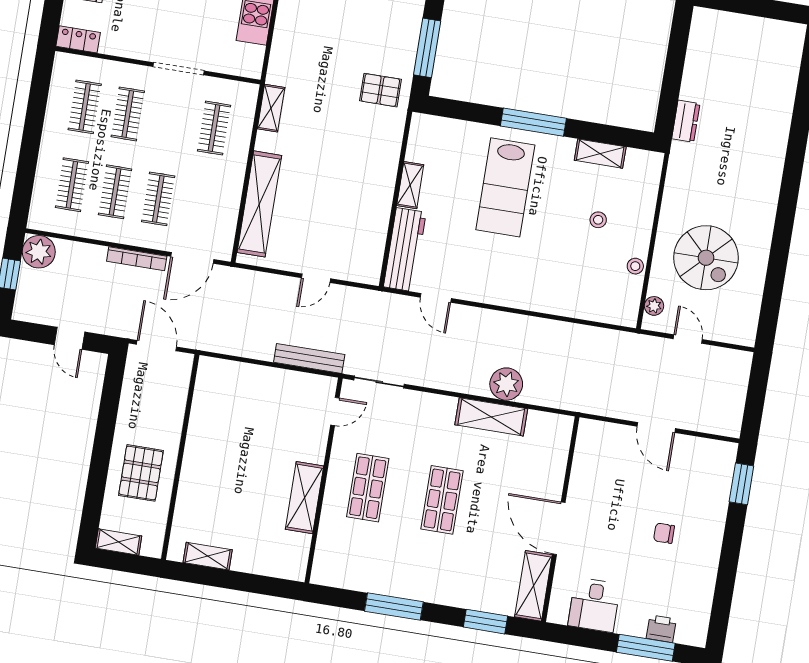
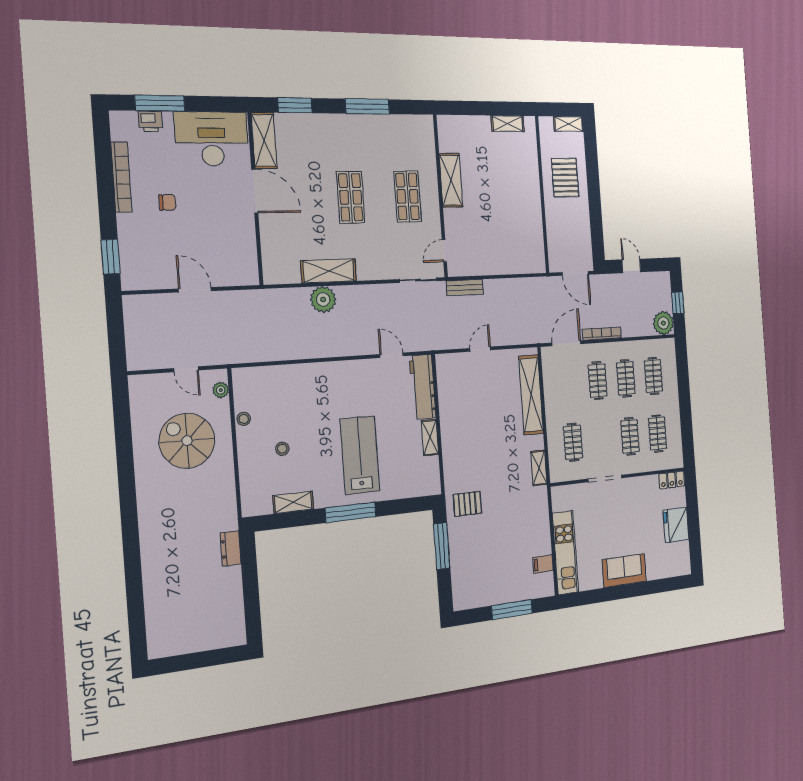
bench: (309, 358) -> (465, 287), width x0.73
bookcase: (709, 571) -> (121, 177), added
desk: (594, 605) -> (212, 139), width x1.87, depth x1.30

